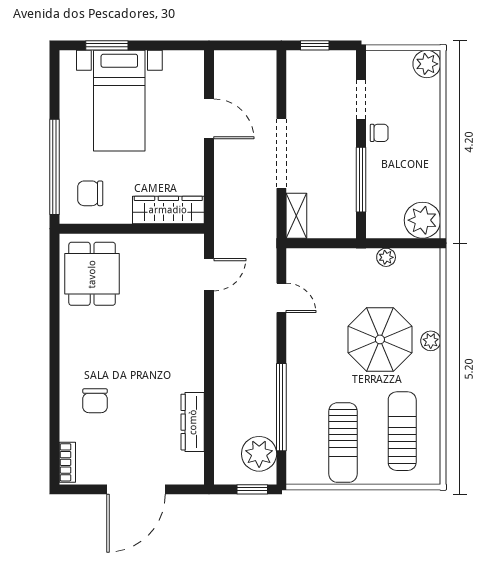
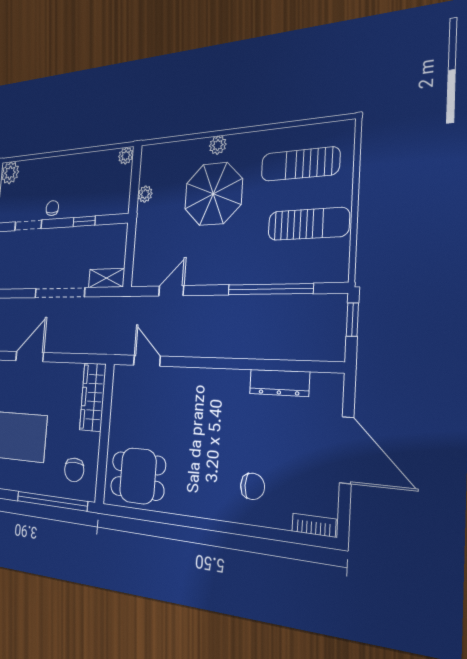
window: (361, 180) -> (84, 221), width x0.46
plant: (422, 220) -> (126, 156), width x0.53, depth x0.53
plant: (259, 454) -> (315, 312), removed

